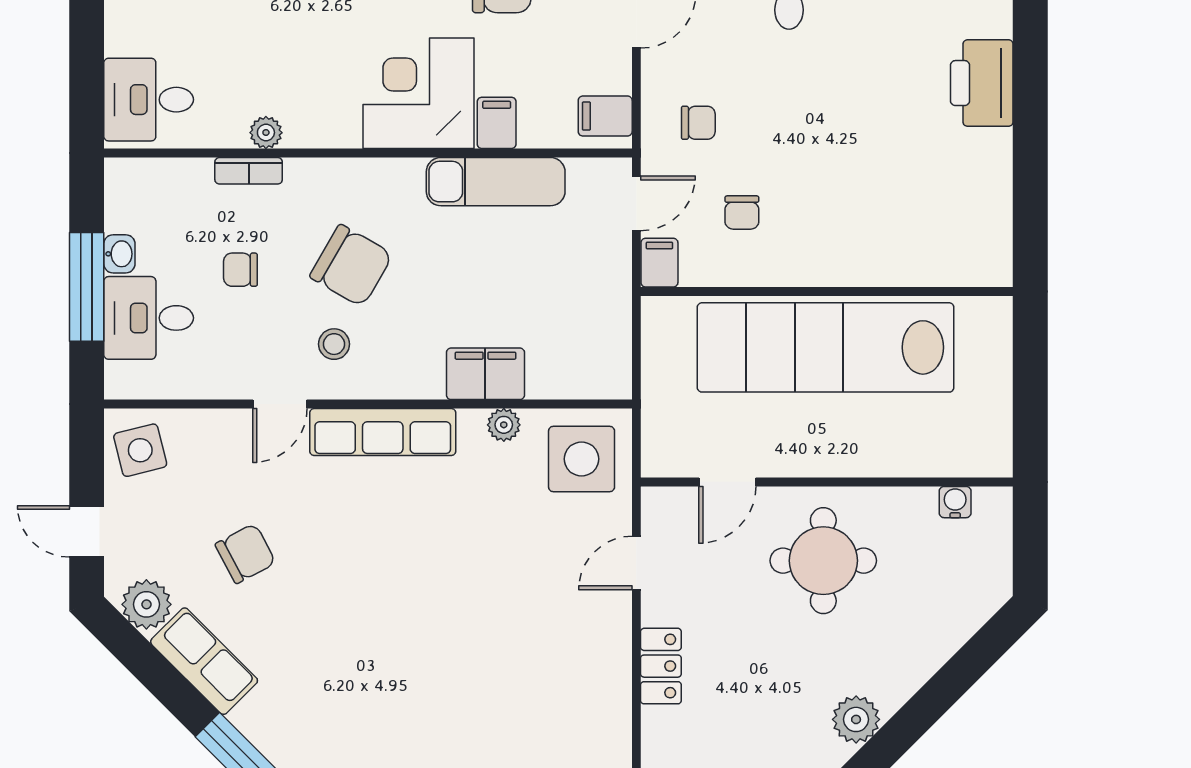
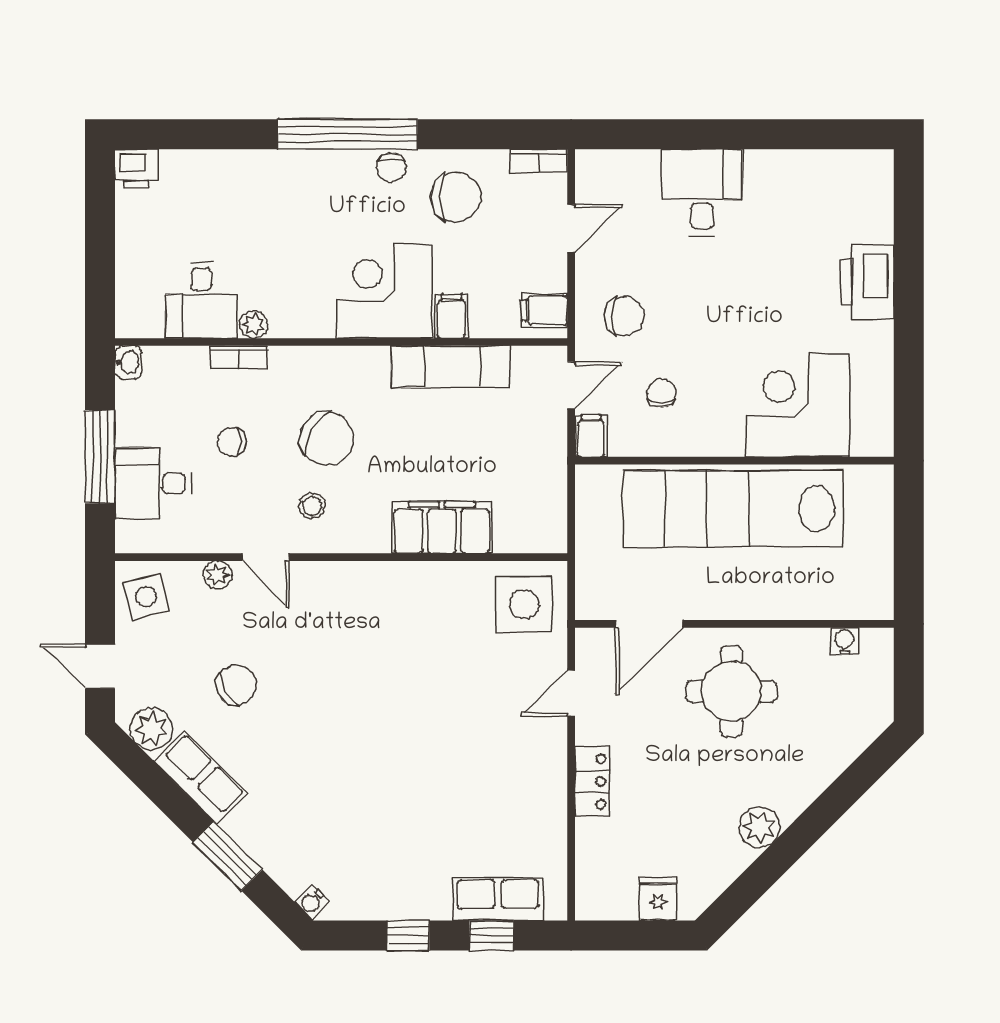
desk: (149, 100) -> (201, 300), moved, turned -90
chair: (698, 123) -> (624, 316), width x1.37, depth x1.37
chair: (742, 213) -> (662, 393), turned 180
corner desk: (901, 227) -> (798, 405), added
washbasin: (119, 254) -> (128, 362), moved
filing cabinet: (485, 374) -> (442, 528), width x1.50, depth x1.17
door: (280, 404) -> (266, 557), hinge flipped
plant: (504, 425) -> (218, 575), moved
row of seats: (383, 432) -> (354, 581), removed
door: (727, 482) -> (649, 624), width x1.38

